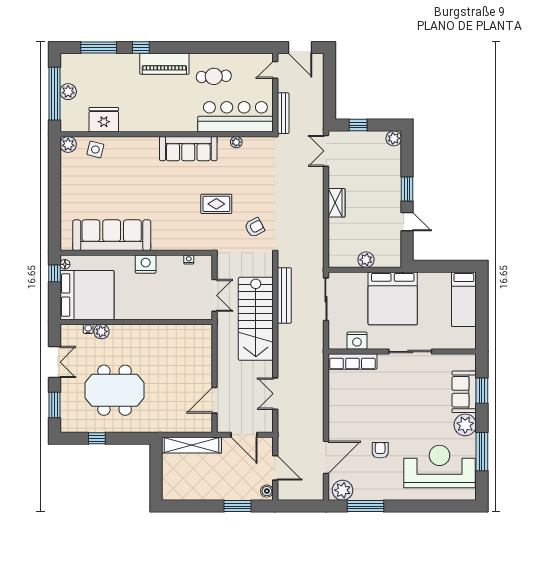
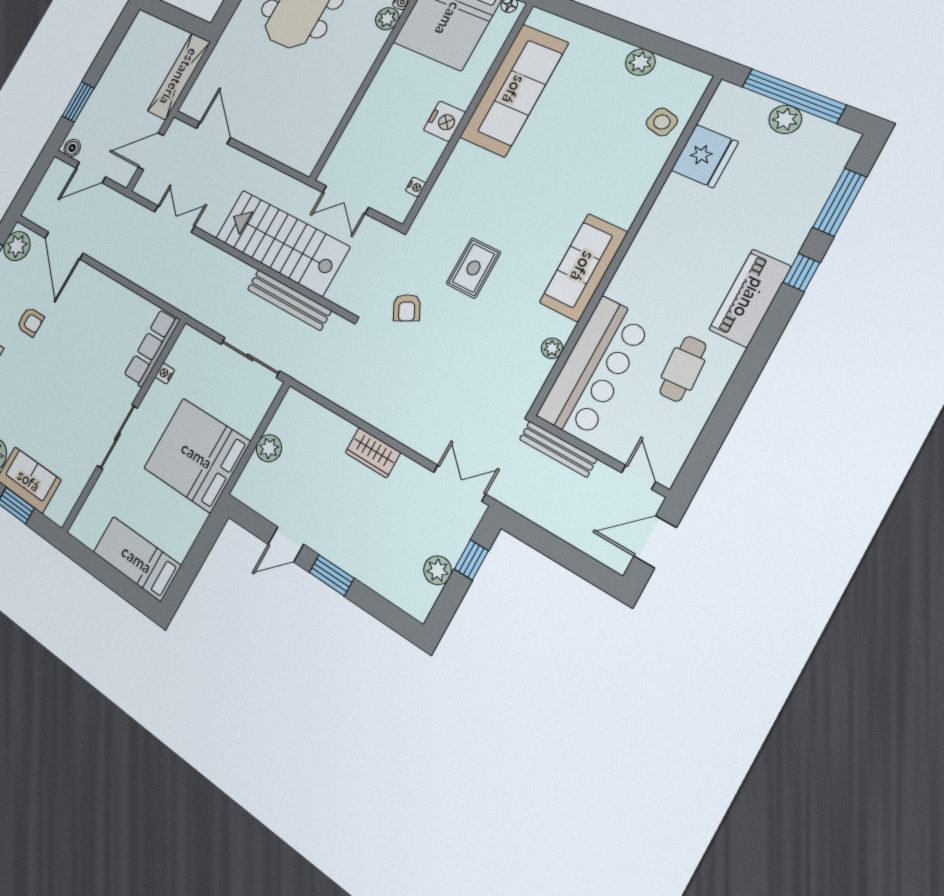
plant: (394, 138) -> (438, 570), moved
plant: (68, 144) -> (640, 62), moved
nightstand: (357, 341) -> (165, 373), width x0.53, depth x0.56

